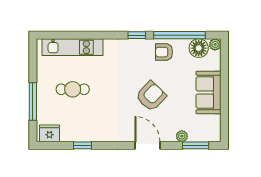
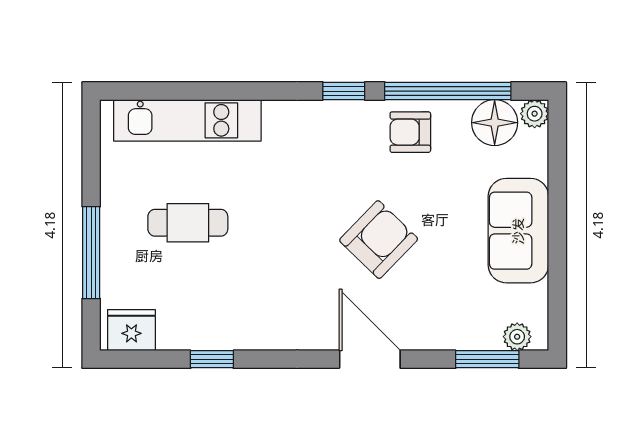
plant: (182, 136) -> (517, 337), moved

